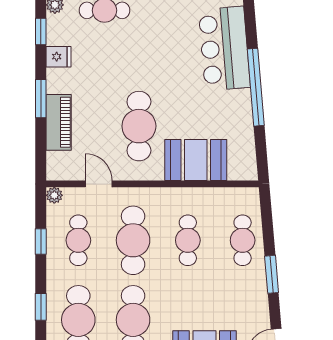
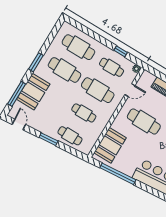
window: (256, 87) -> (118, 174), moved
booth: (196, 160) -> (110, 145), moved
window: (41, 307) -> (93, 35), removed

